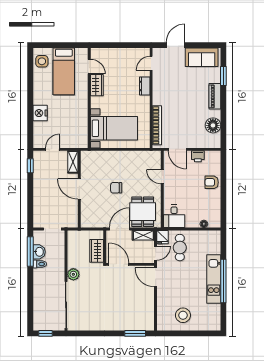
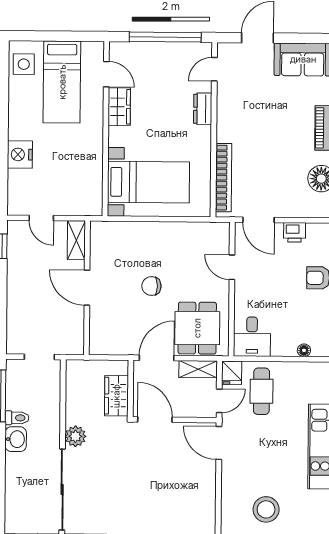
window: (123, 45) -> (165, 37), added
door: (53, 149) -> (41, 218), swing flipped
washbasin: (39, 252) -> (16, 439), moved

